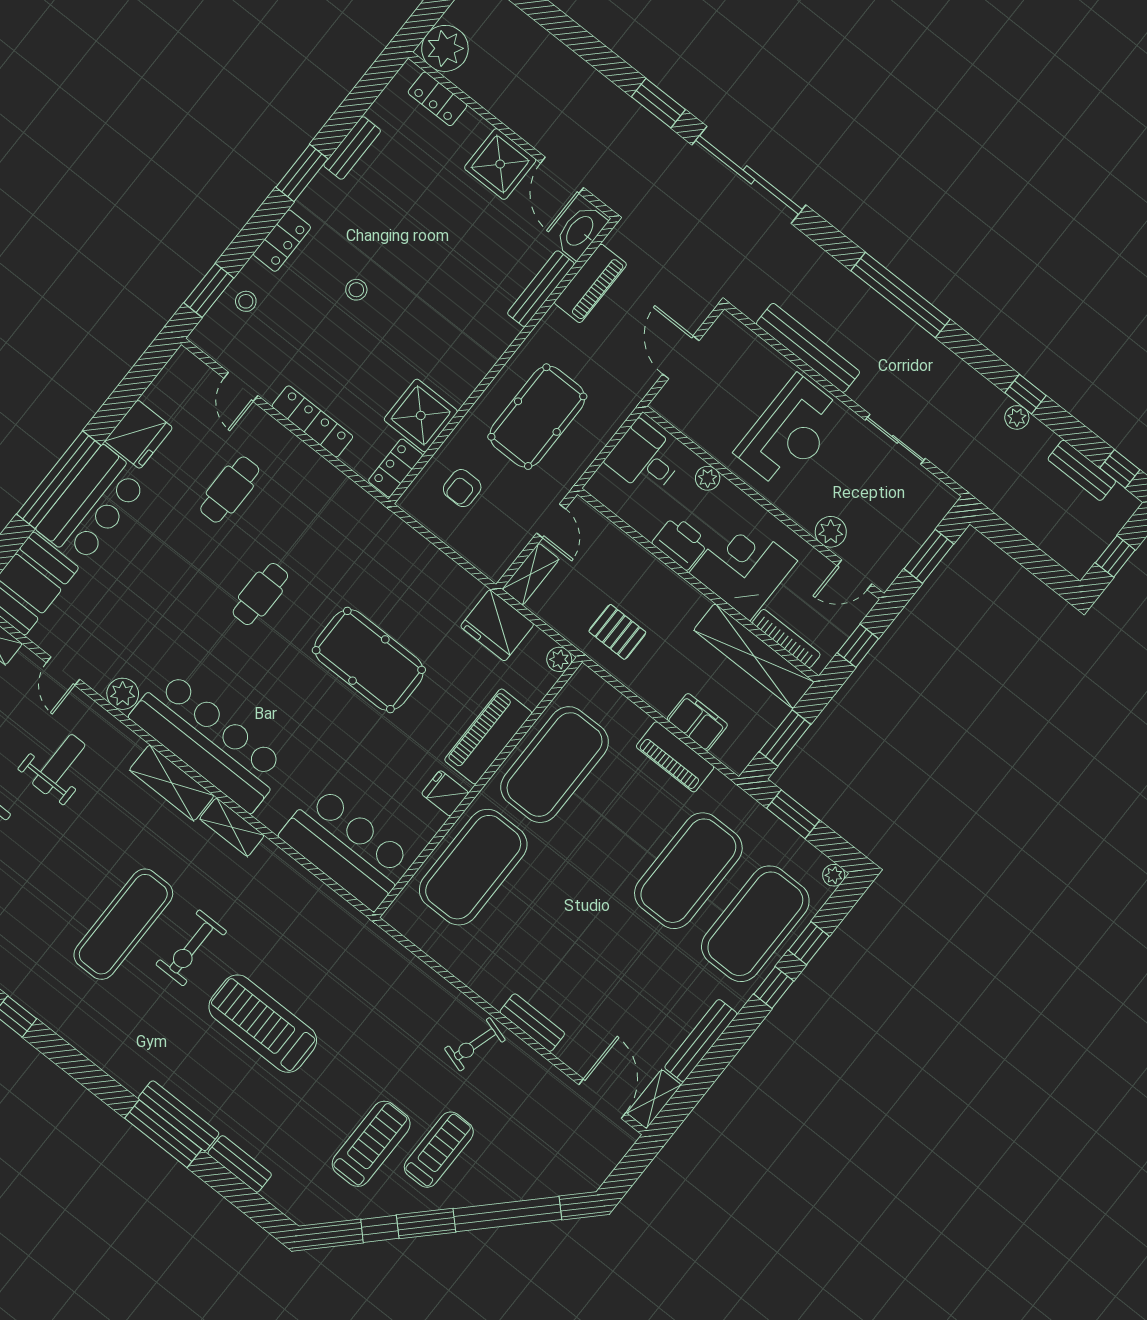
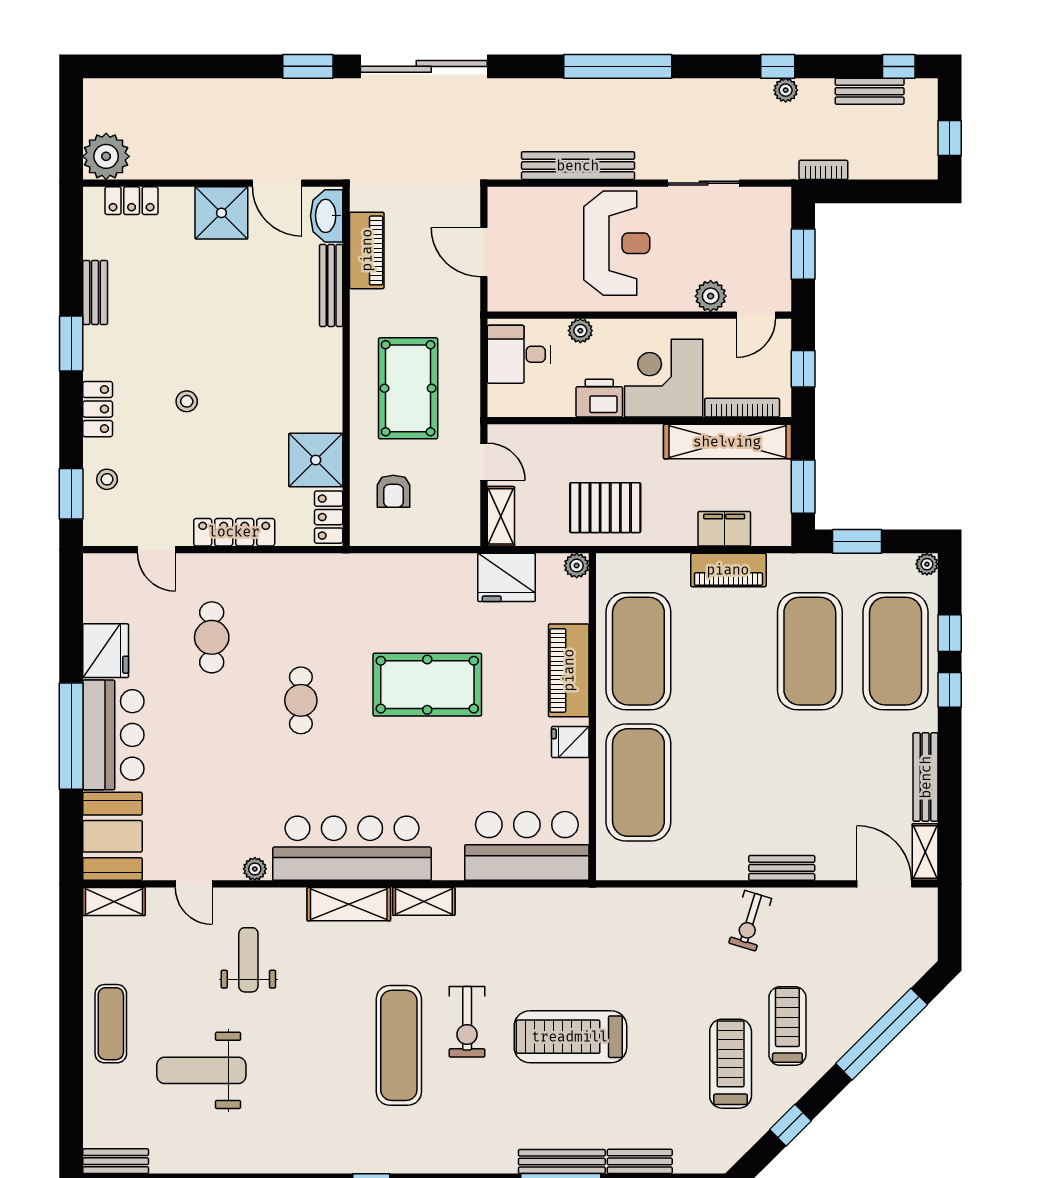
bookcase: (997, 503) -> (823, 170), added
pallet: (617, 632) -> (605, 508), width x1.50, depth x1.42
plant: (123, 694) -> (255, 869), width x0.73, depth x0.73

